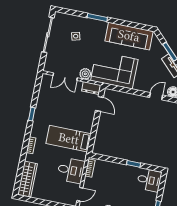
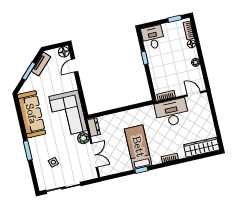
door: (156, 96) -> (75, 65), hinge flipped
door: (99, 104) -> (105, 113), removed
bed: (69, 139) -> (138, 147), moved, turned 180
desk: (71, 170) -> (172, 113), width x1.37

